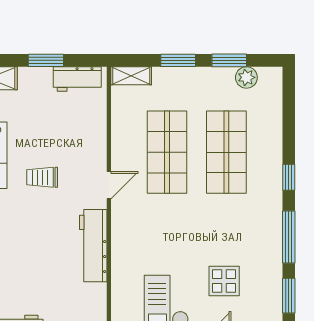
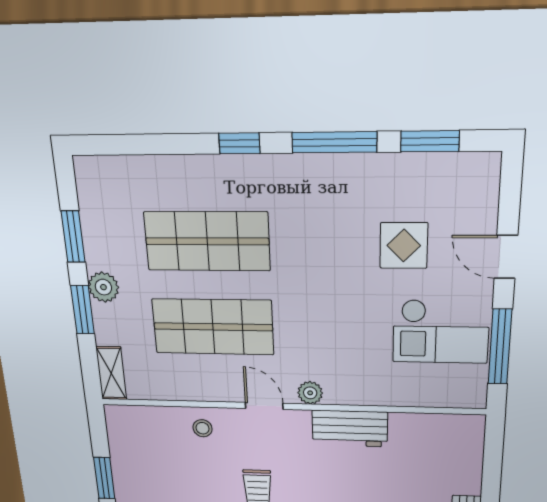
plant: (246, 77) -> (103, 287), moved
workbench: (77, 79) -> (124, 441), removed
stool: (90, 139) -> (202, 428), added
plant: (120, 218) -> (310, 393), added
workbench: (93, 246) -> (350, 429), width x0.73

